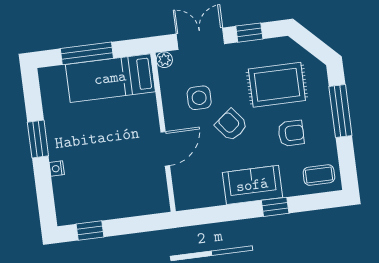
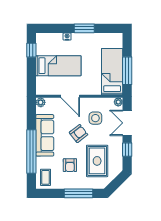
double door: (200, 39) -> (127, 123), swing flipped
window: (87, 53) -> (127, 71), moved
bed: (112, 178) -> (58, 66), added
sofa: (252, 185) -> (45, 135), width x1.36
plant: (183, 202) -> (41, 102), added
window: (275, 207) -> (31, 152), width x3.17

